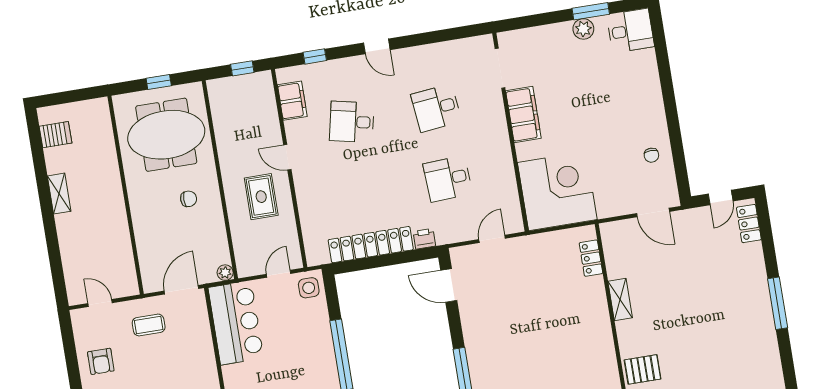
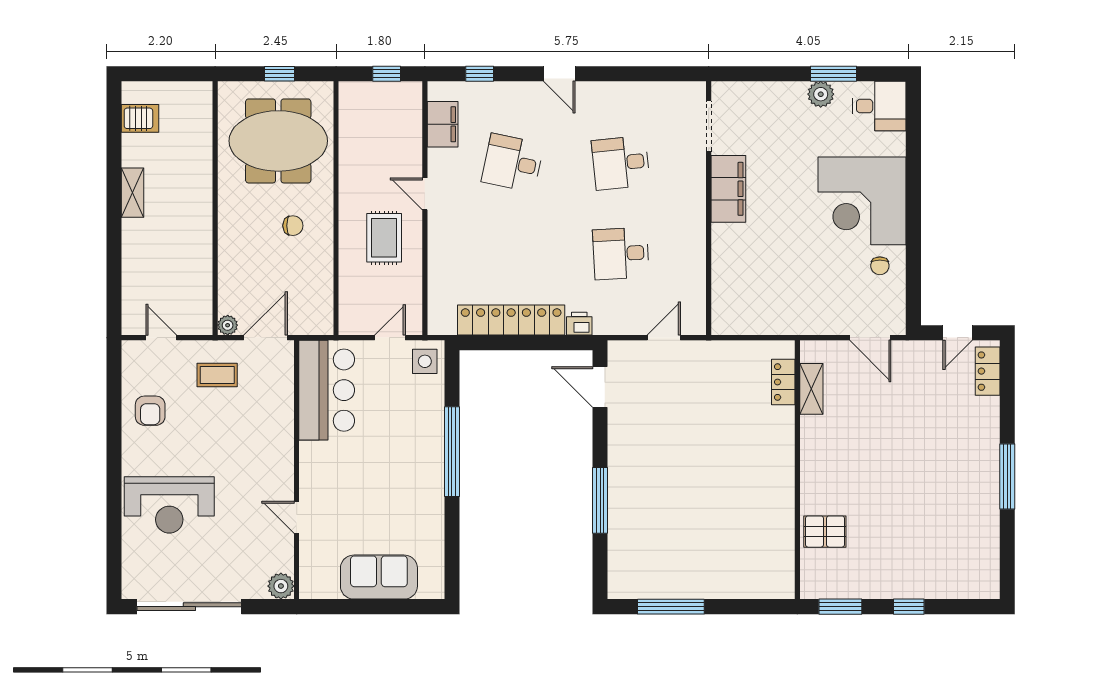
corner desk: (557, 191) -> (862, 201), moved, turned 180
plant: (225, 273) -> (228, 325), moved
shelving: (620, 299) -> (811, 389), moved

